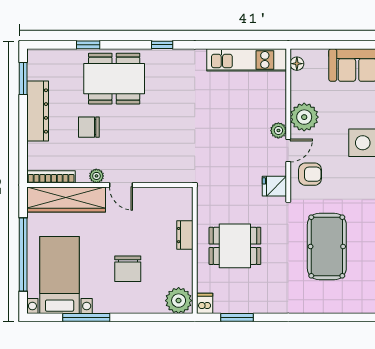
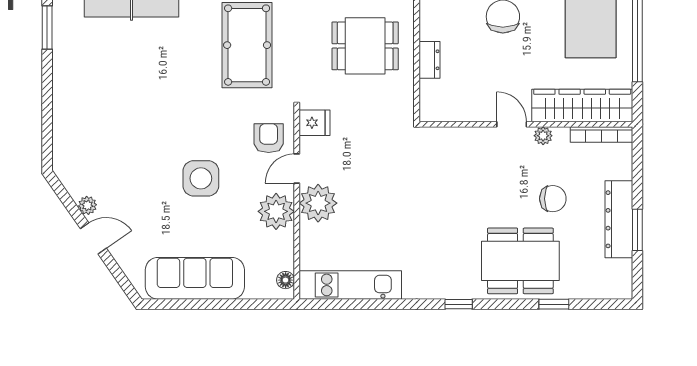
window: (23, 78) -> (637, 230), moved
plant: (278, 130) -> (318, 203), width x1.87, depth x1.87
armchair: (310, 174) -> (269, 138), turned 90

